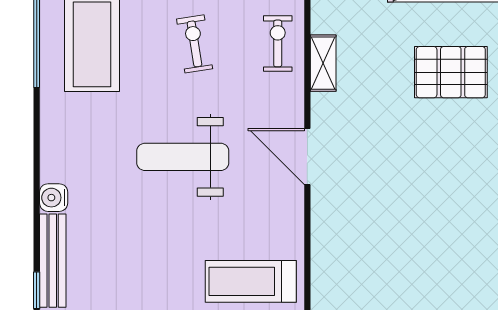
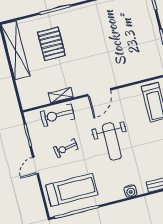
exercise bike: (278, 43) -> (57, 115), width x1.38, depth x1.39
water cooler: (54, 198) -> (131, 191), moved

